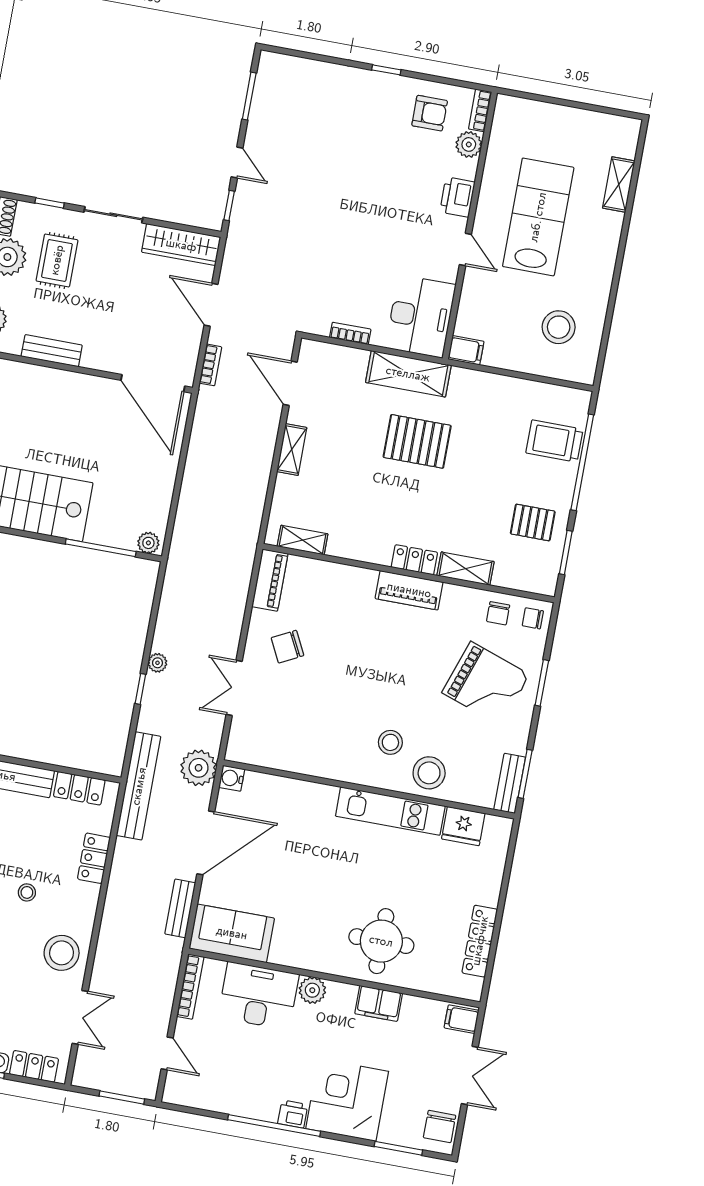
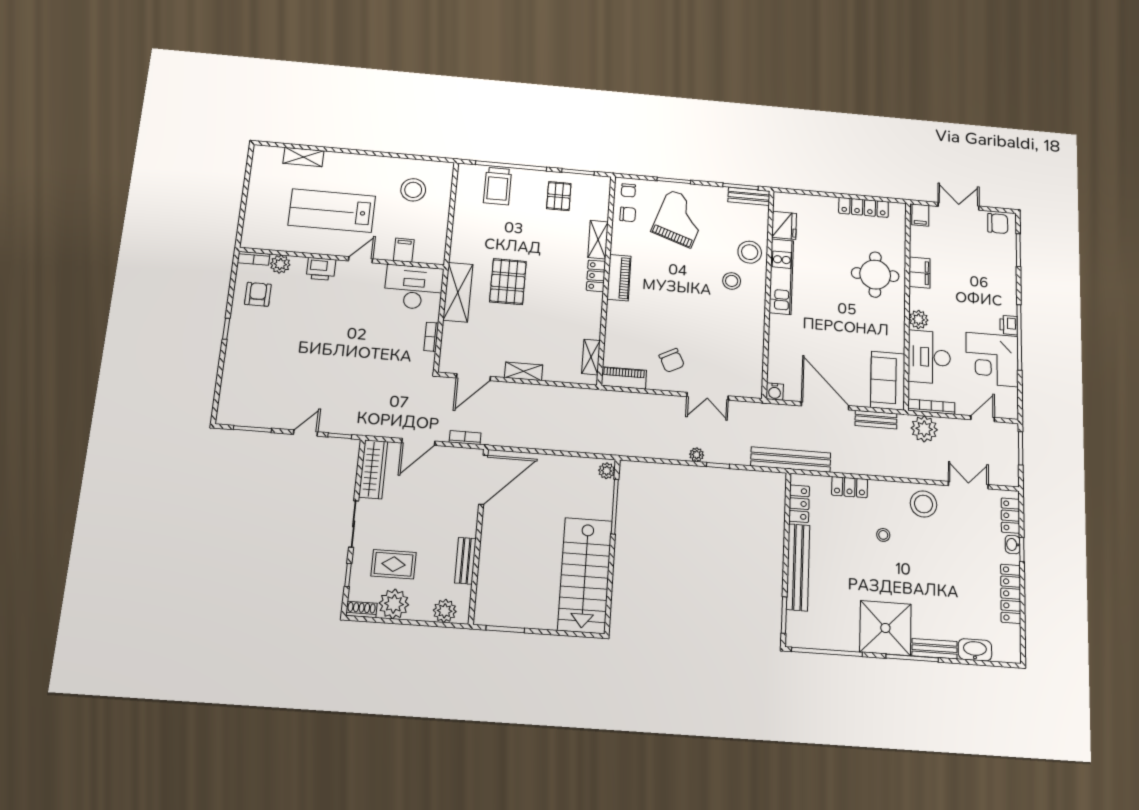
filing cabinet: (466, 350) -> (404, 250), moved
plant: (199, 768) -> (924, 429), moved
corner desk: (347, 1100) -> (992, 359), moved

